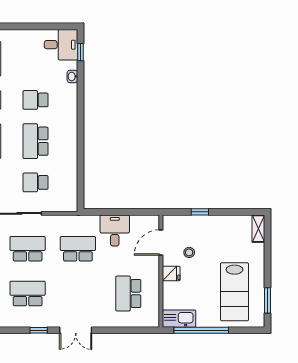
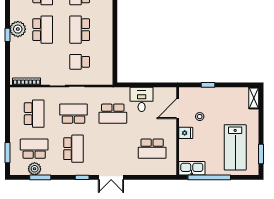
school desk: (78, 249) -> (113, 114), turned 180
school desk: (28, 293) -> (73, 149), turned 90
school desk: (128, 293) -> (152, 149), turned -90

